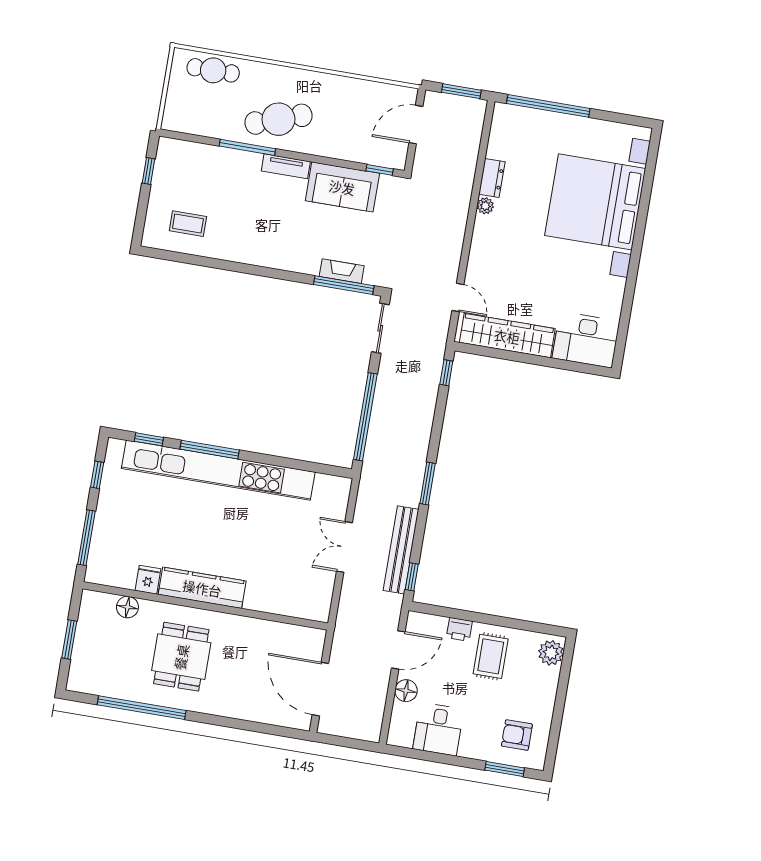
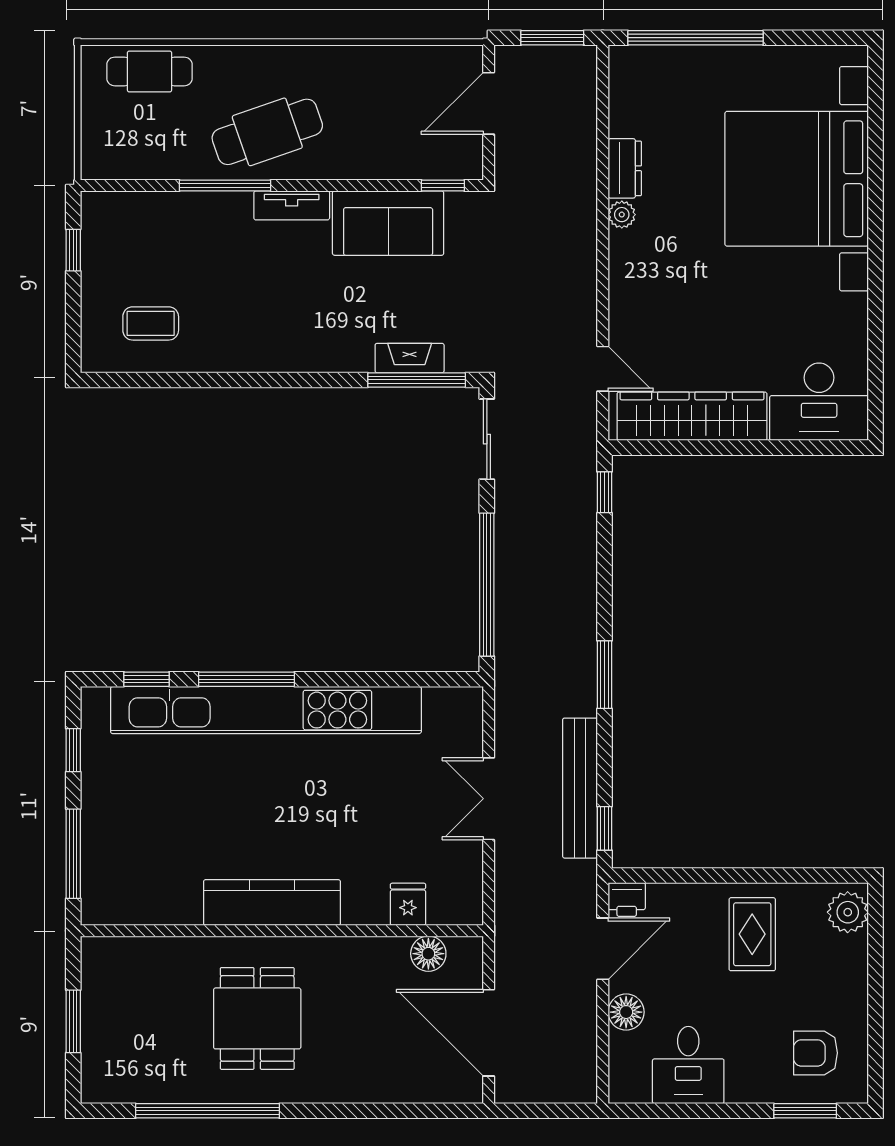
fridge: (148, 580) -> (408, 904), moved
floor lamp: (127, 607) -> (428, 954), moved
printer: (459, 629) -> (627, 899), moved

